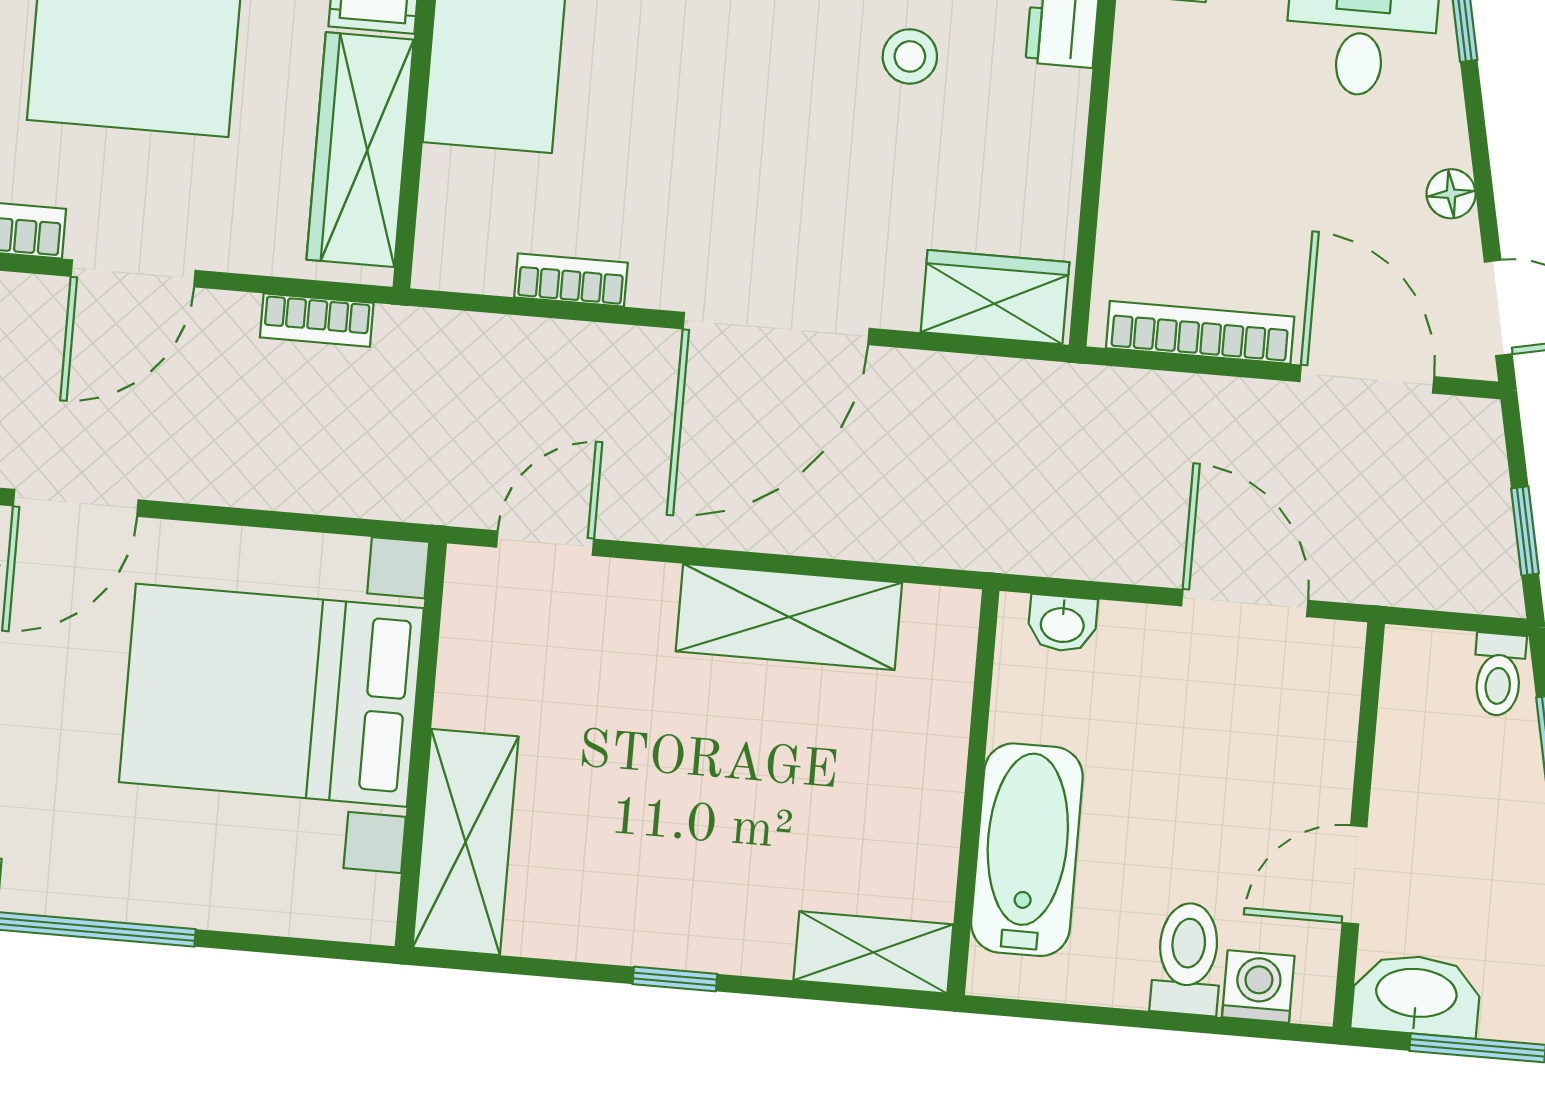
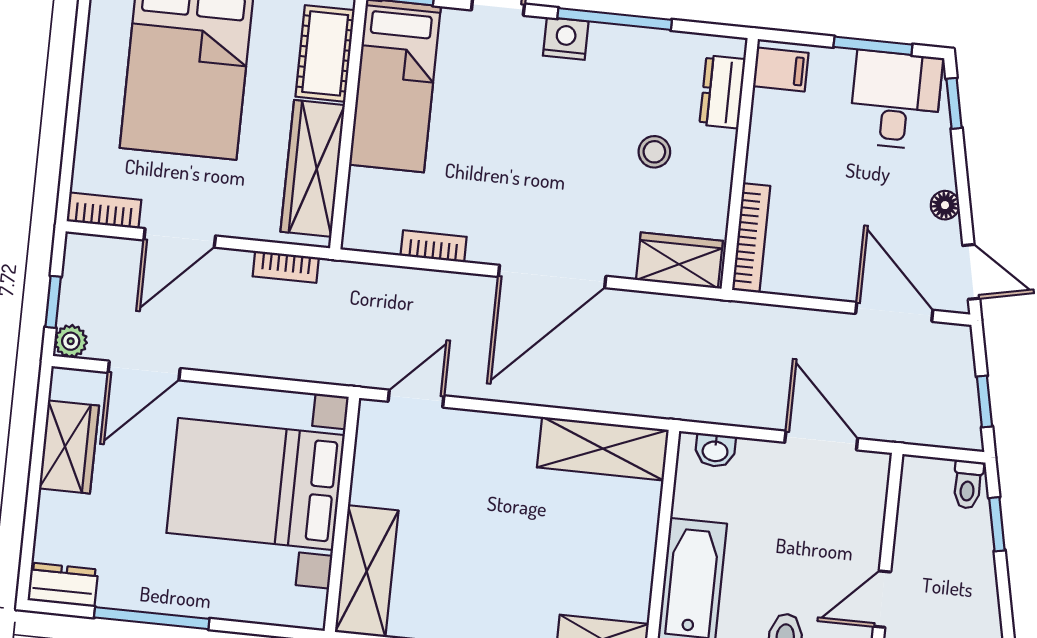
stool: (910, 56) -> (654, 152), moved
bookcase: (1200, 332) -> (751, 238), moved, turned 90
shelving: (789, 617) -> (603, 449), moved

